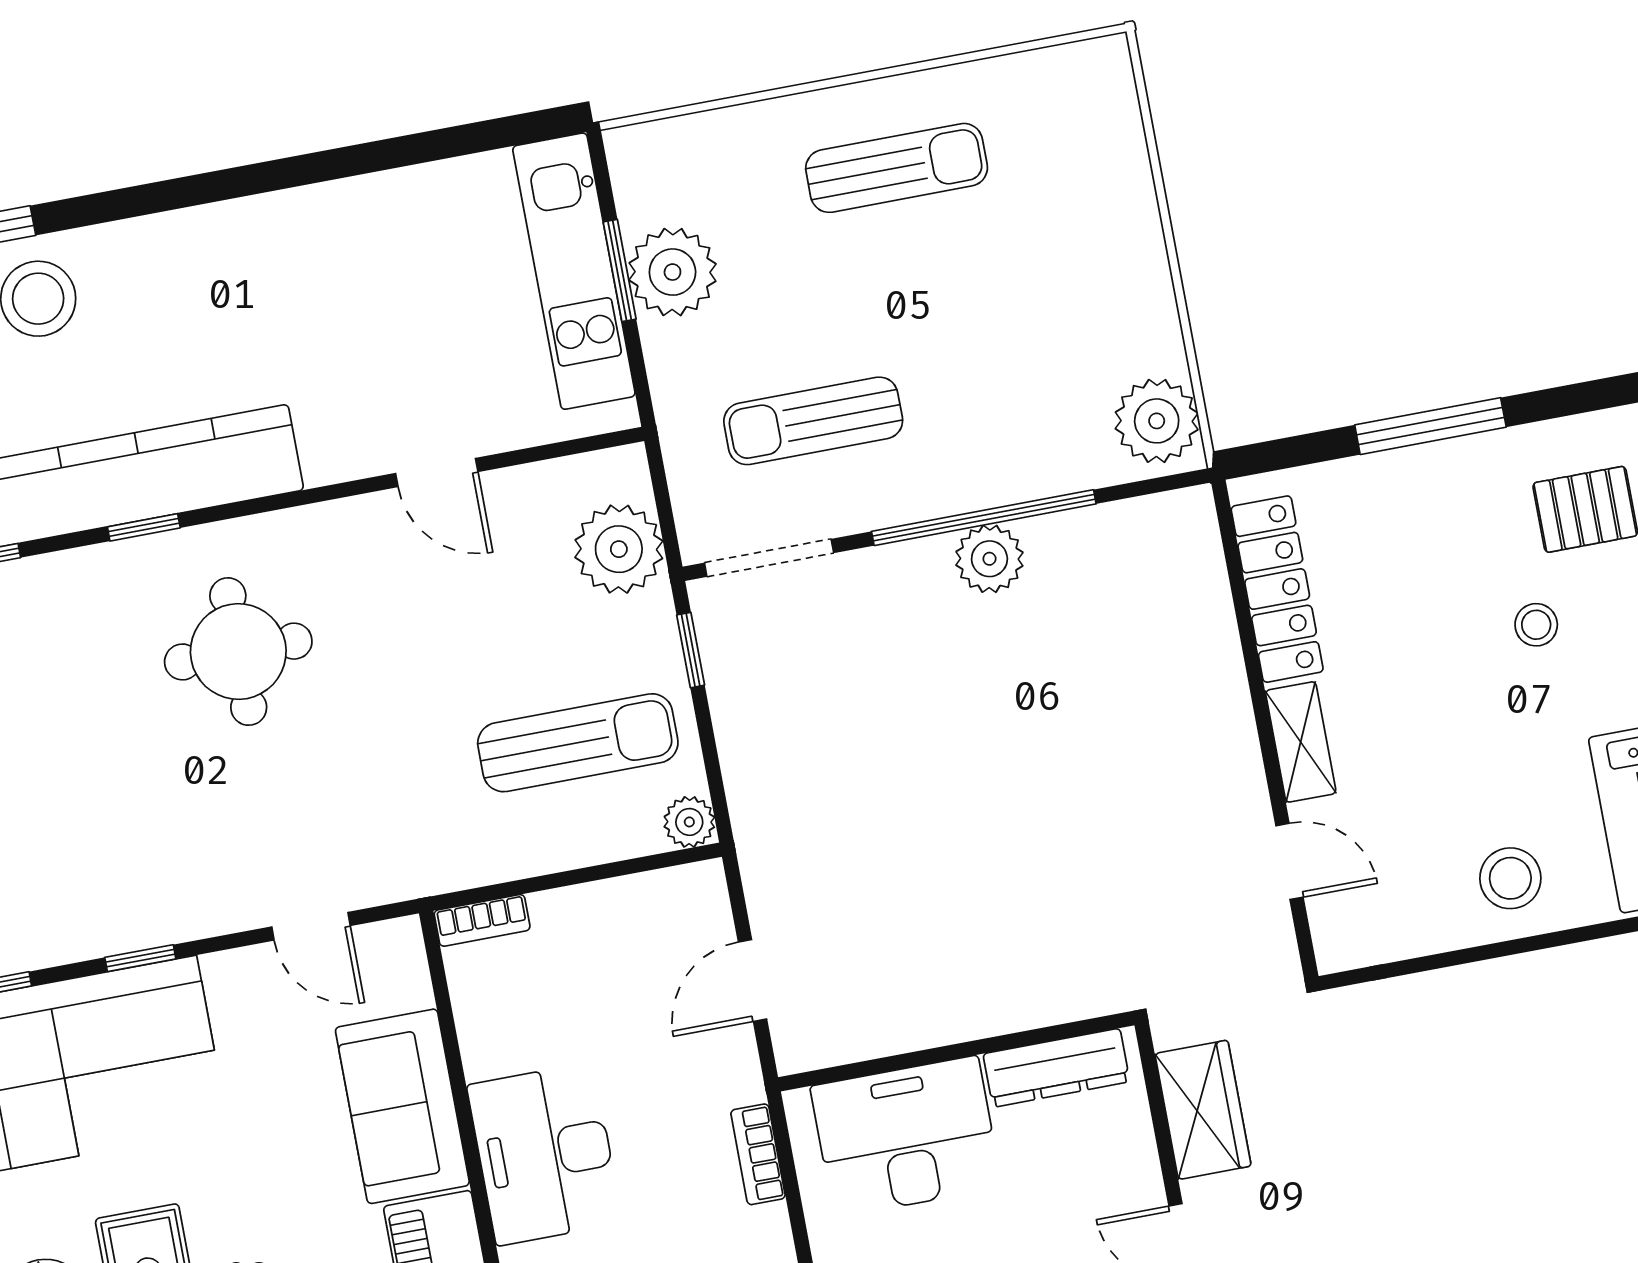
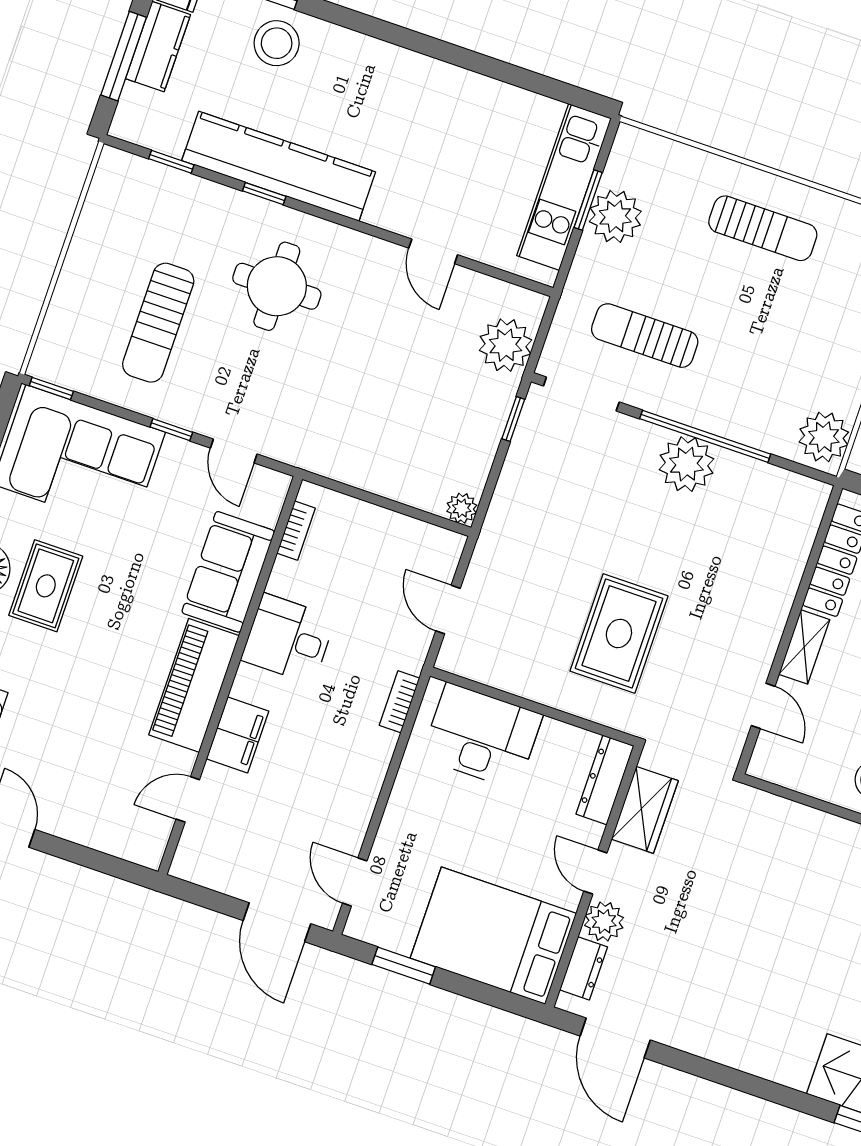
plant: (989, 559) -> (686, 464), width x1.36, depth x1.36
sun lounger: (578, 743) -> (158, 323), moved, turned 90
rug: (1021, 875) -> (619, 633), added
bookcase: (482, 920) -> (296, 531), moved, turned -90
window: (140, 958) -> (171, 430), moved
door: (753, 980) -> (448, 610), hinge flipped
dresser: (1056, 1068) -> (605, 780), moved, turned 90
desk: (545, 1154) -> (288, 639), width x0.73

